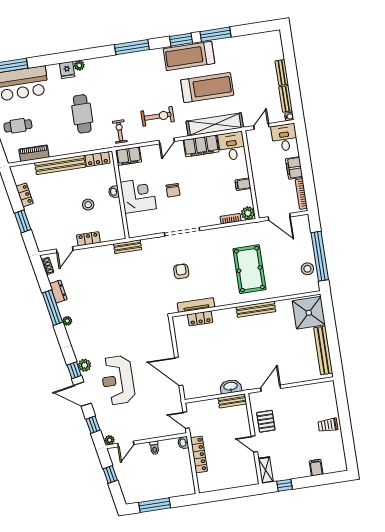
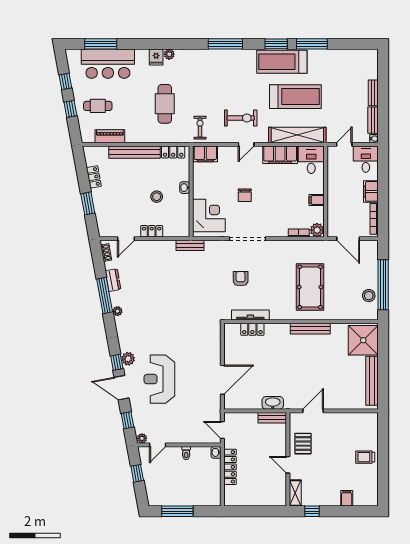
corner desk: (138, 195) -> (209, 215), moved
door: (179, 371) -> (222, 380), swing flipped

